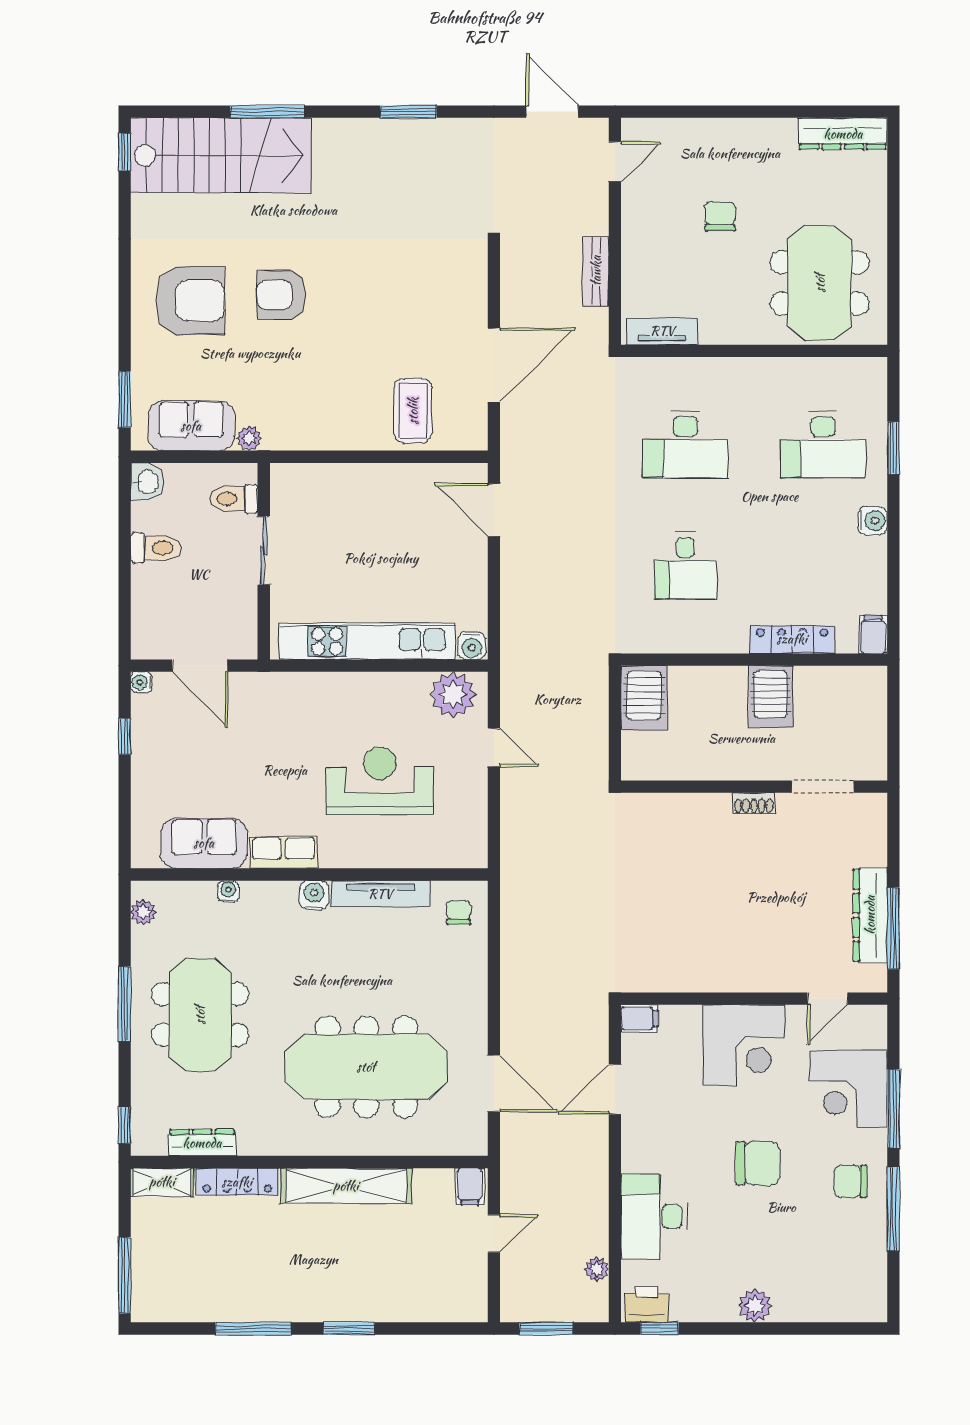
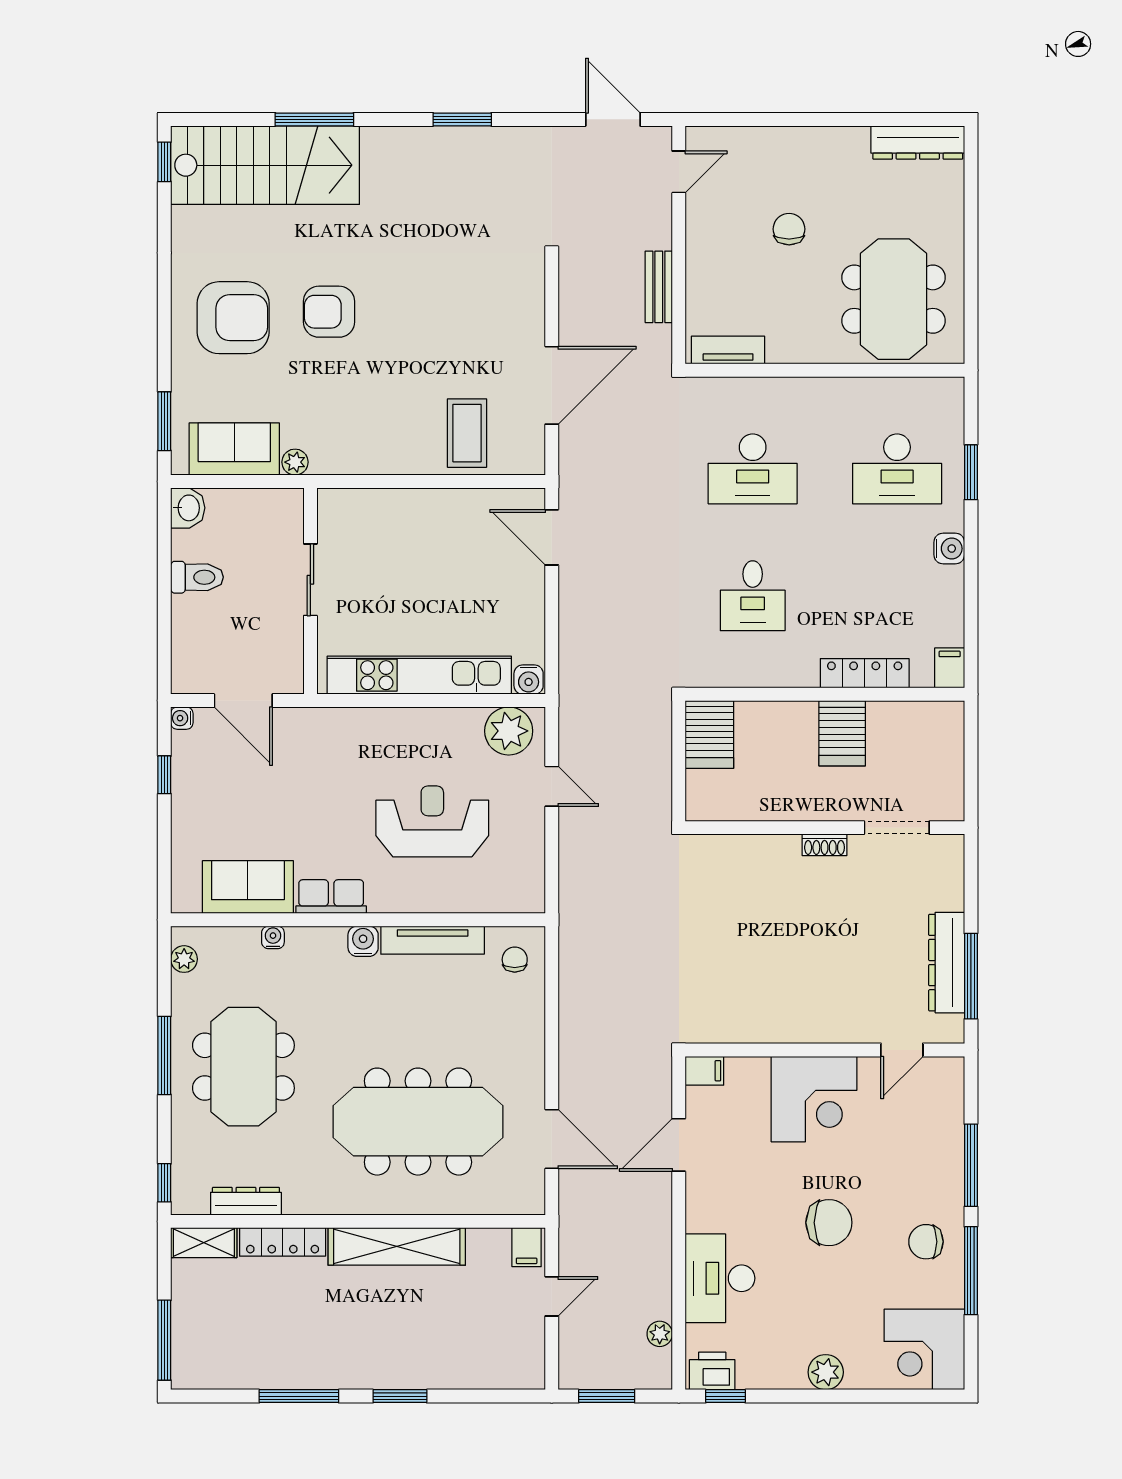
toilet: (234, 499) -> (279, 526), removed
corner desk: (849, 1089) -> (924, 1349), moved

